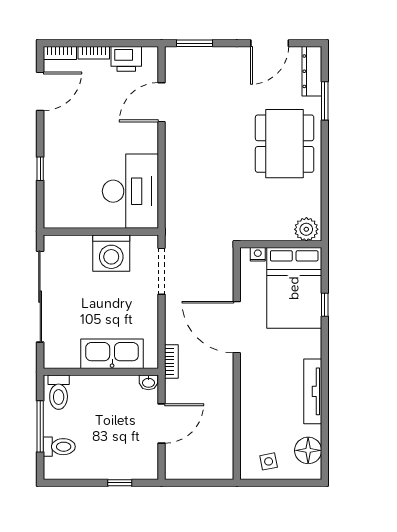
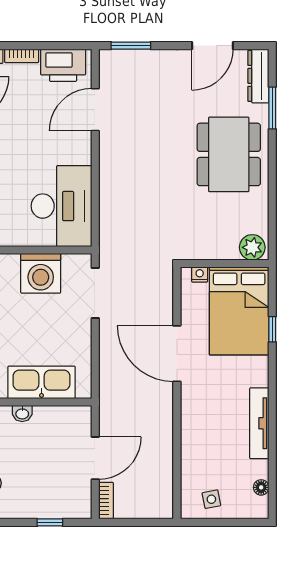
printer: (126, 59) -> (63, 65), width x1.37, depth x1.19
bookcase: (171, 362) -> (106, 501), moved
washbasin: (148, 382) -> (22, 413), moved
floor lamp: (308, 450) -> (261, 487), width x0.53, depth x0.53

